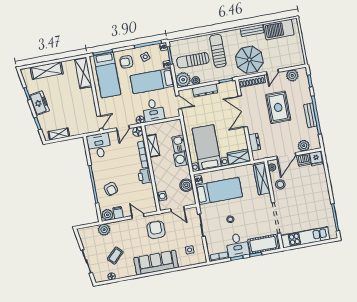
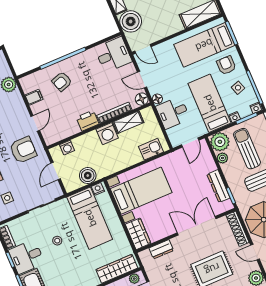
dresser: (205, 90) -> (218, 186), moved
boiler: (77, 127) -> (131, 21), added
kitchen sink: (179, 144) -> (151, 149), moved
washing machine: (181, 159) -> (107, 134), moved, turned 180
plant: (107, 215) -> (28, 84), removed

